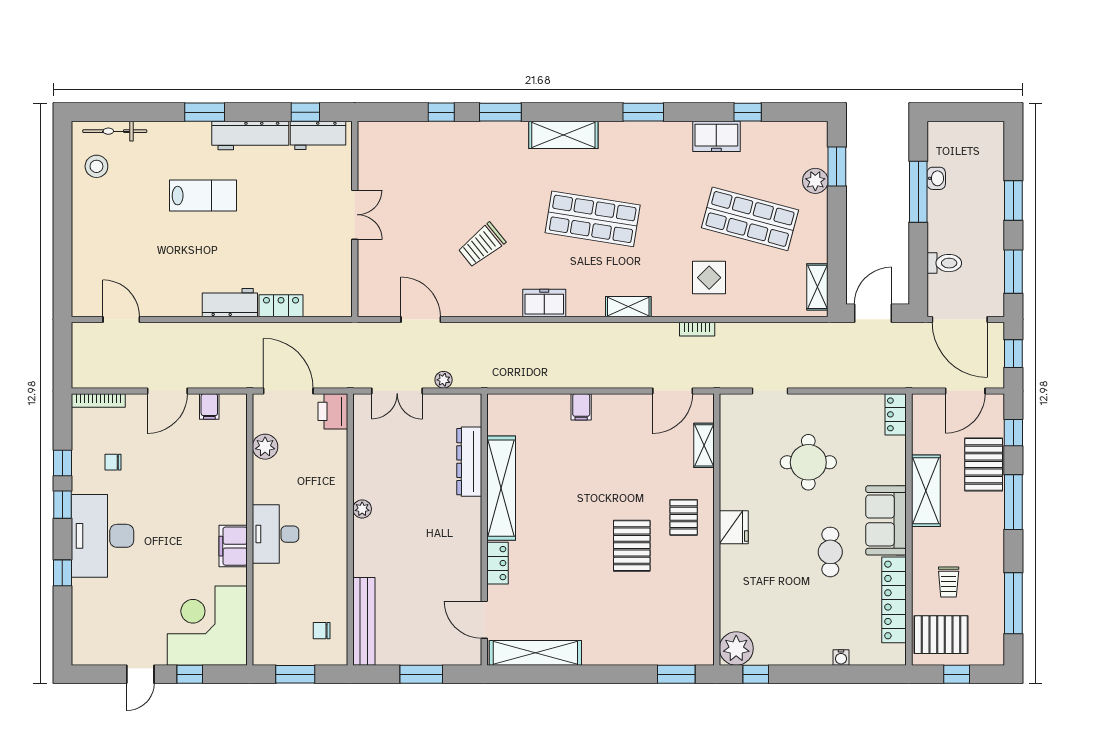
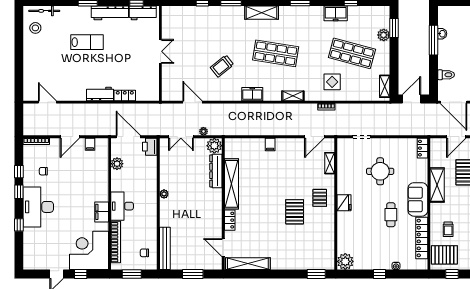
plant: (466, 409) -> (214, 146), added
bookcase: (262, 608) -> (116, 242), added
window: (756, 674) -> (379, 274), moved

